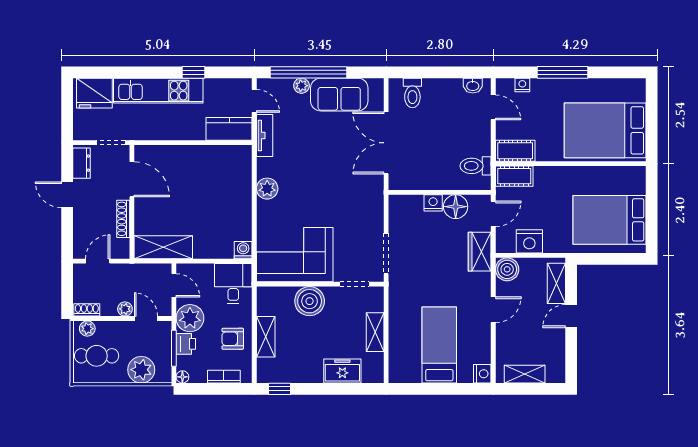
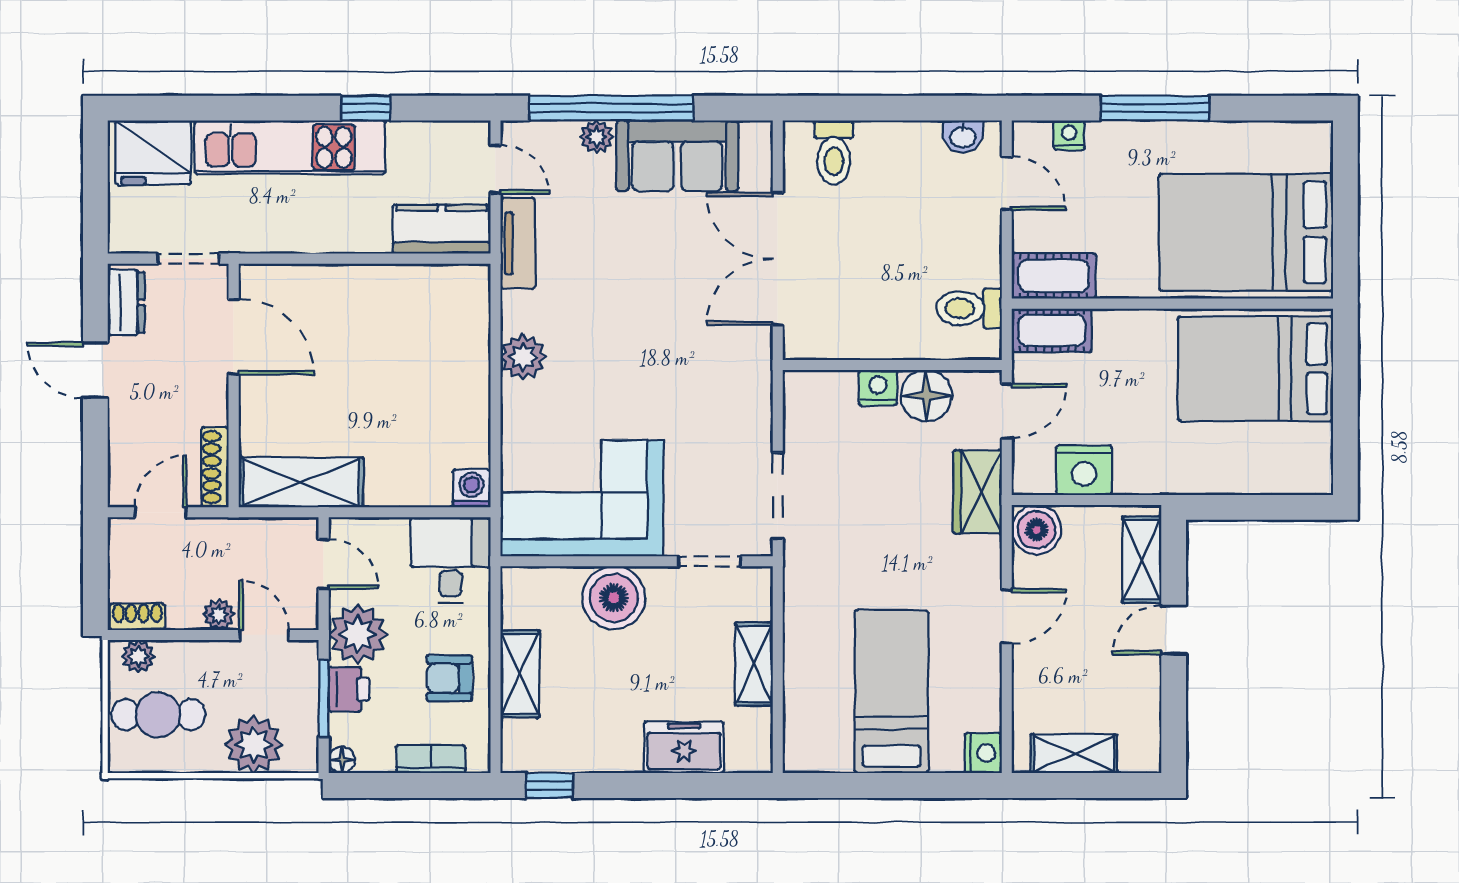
shoe rack: (123, 219) -> (215, 467), moved
bed: (609, 220) -> (1256, 369), moved

